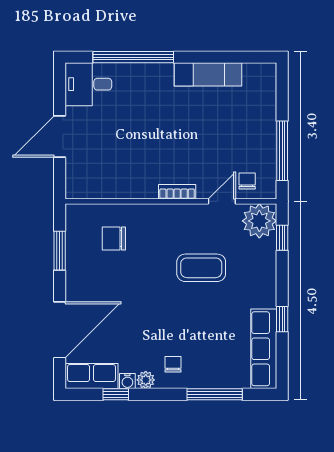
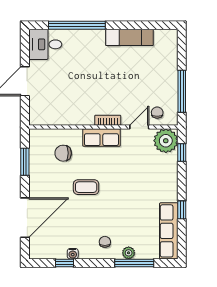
coffee table: (201, 268) -> (86, 187), moved, width x0.73, depth x0.77
row of seats: (92, 376) -> (101, 137), moved, turned 180
plant: (146, 380) -> (129, 253), moved

